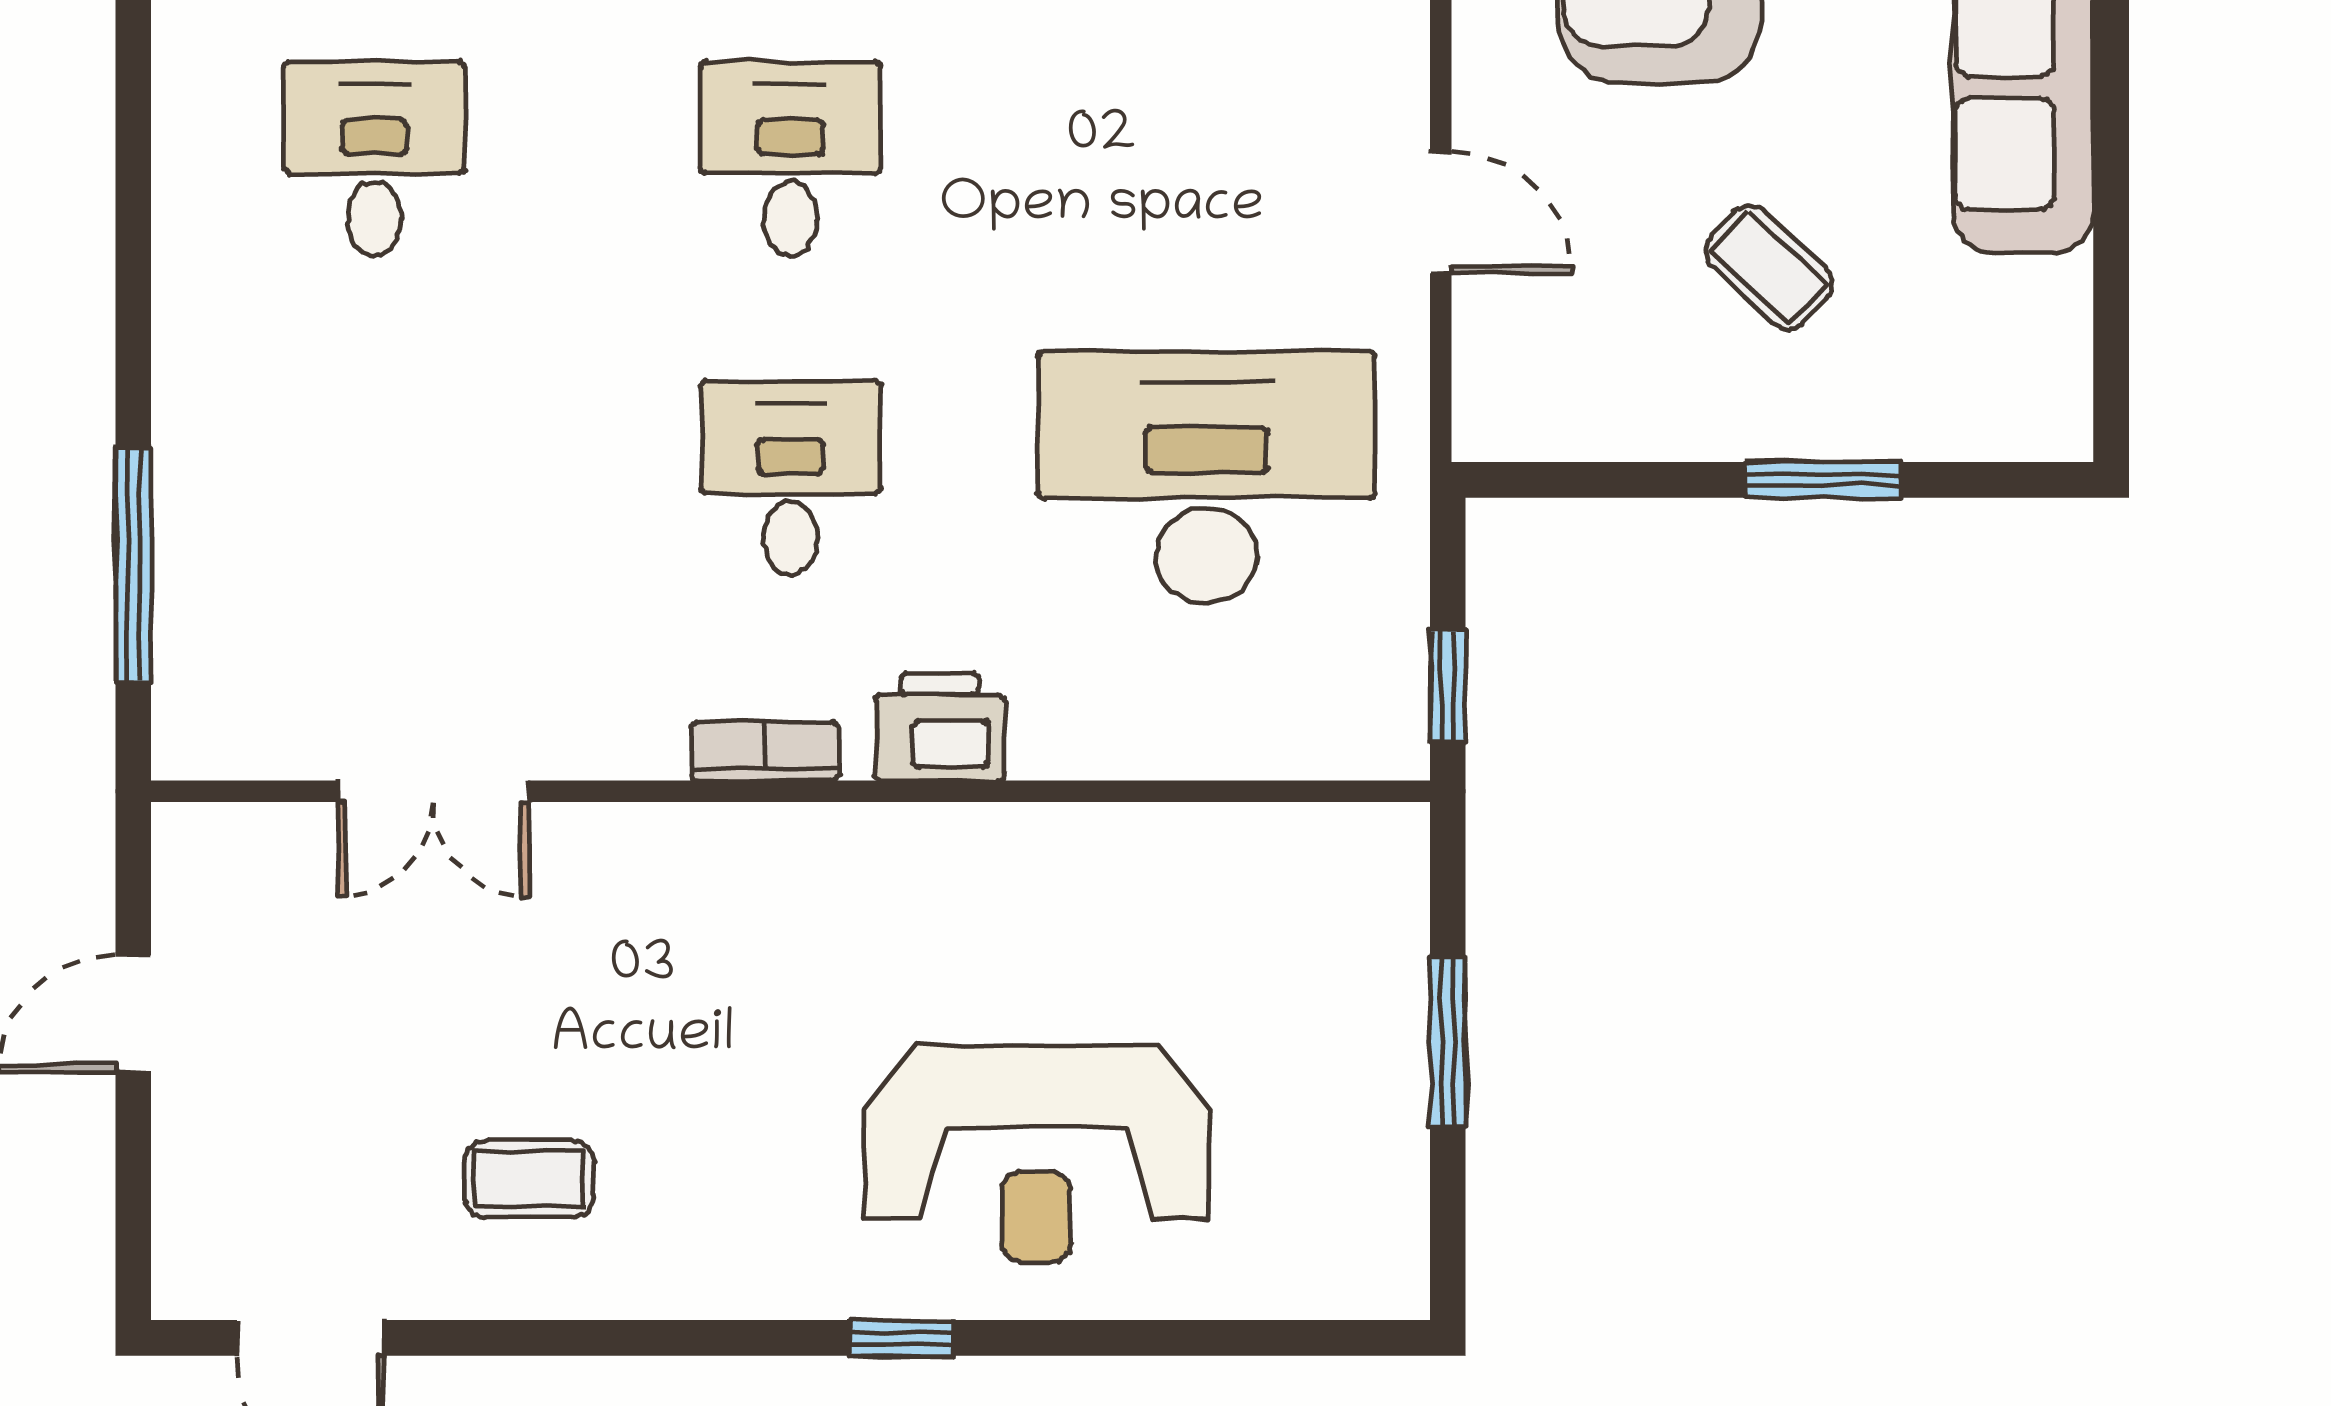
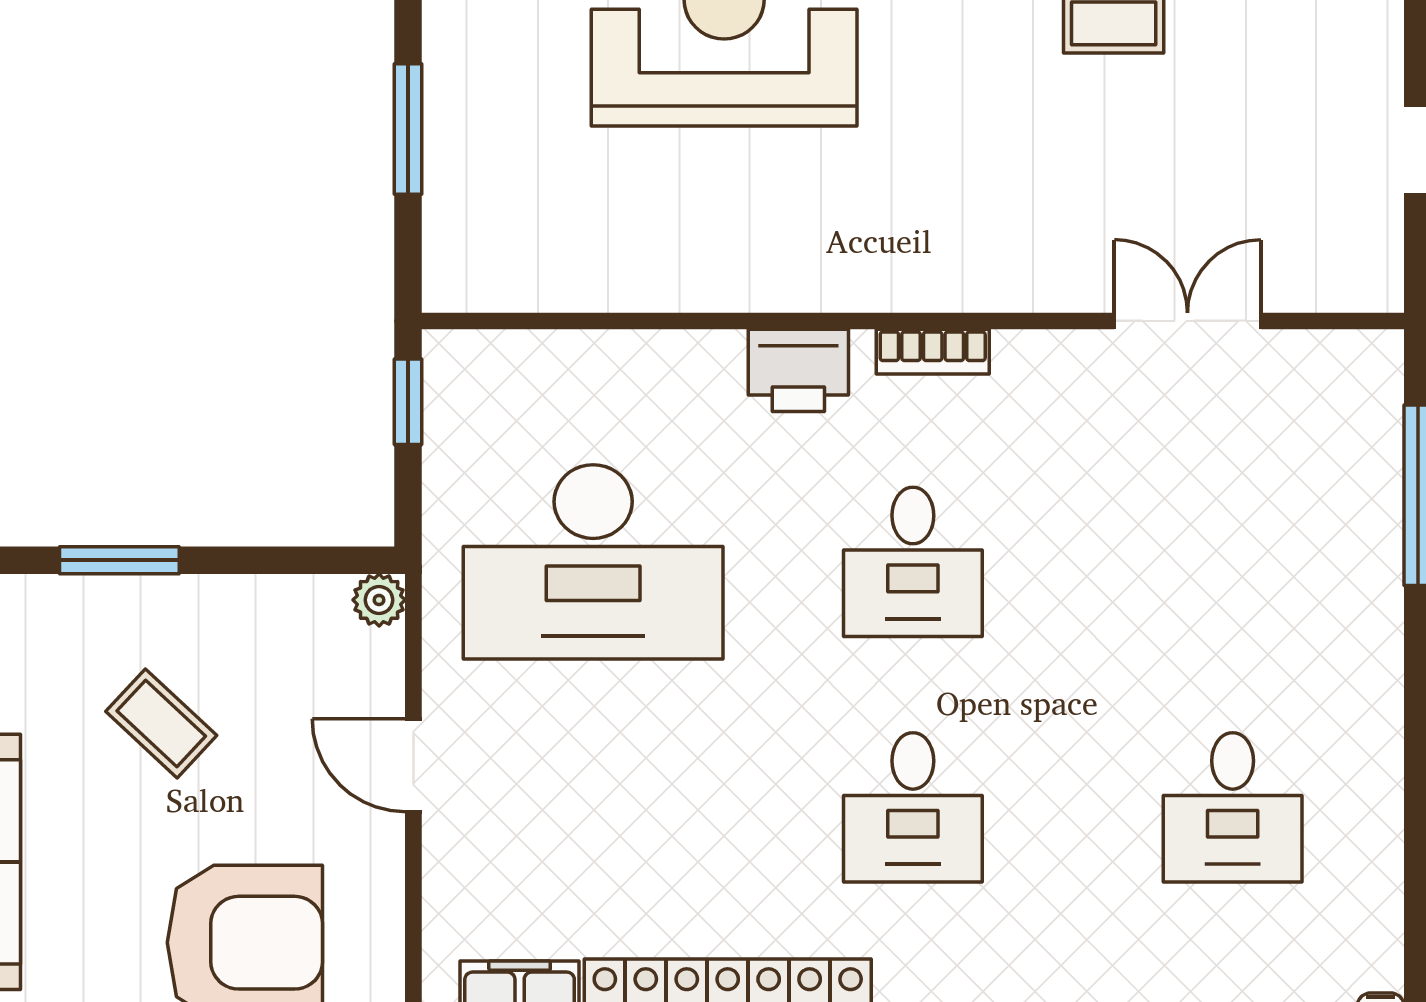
plant: (1485, 428) -> (379, 600), added

